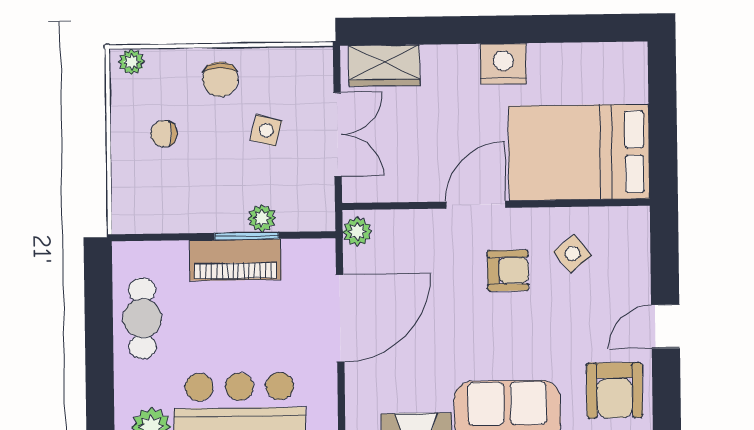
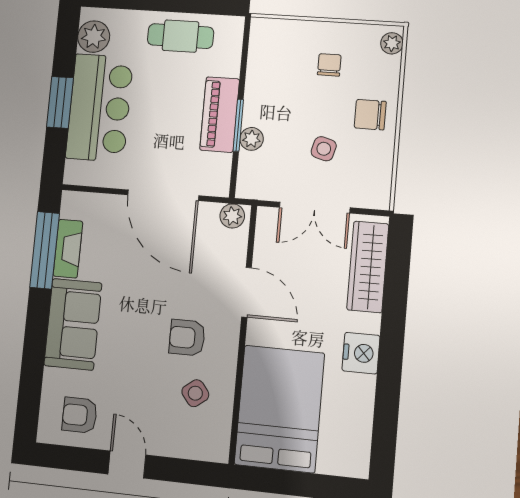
wardrobe: (384, 66) -> (368, 267), width x1.50
door: (476, 205) -> (247, 292), moved
armchair: (508, 271) -> (187, 338), turned 90
armchair: (615, 390) -> (80, 415), width x0.72, depth x0.72

